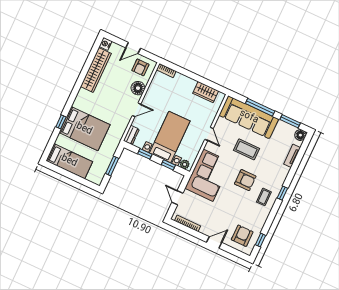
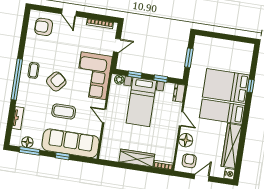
wardrobe: (206, 92) -> (137, 158), moved, width x1.50
window: (260, 107) -> (62, 156), width x0.46
door: (137, 110) -> (181, 119), swing flipped
floor lamp: (300, 135) -> (27, 142), moved
bed: (69, 161) -> (222, 112), moved
armchair: (245, 180) -> (56, 81), turned 130
window: (282, 193) -> (17, 79), width x3.17
door: (177, 198) -> (117, 45), hinge flipped
armchair: (242, 236) -> (44, 27), turned 90
window: (260, 240) -> (25, 28), removed
door: (214, 242) -> (69, 13), hinge flipped

